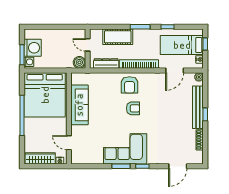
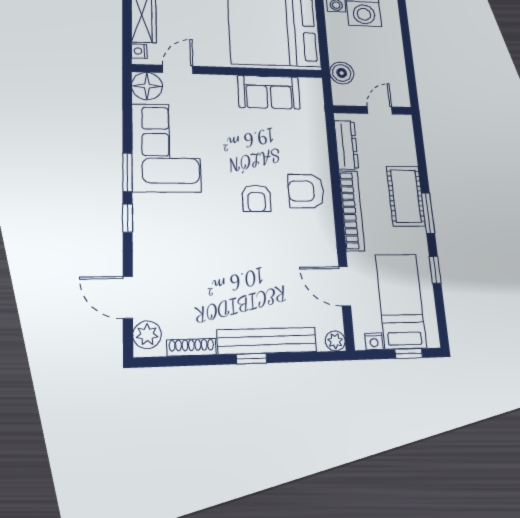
cot: (118, 37) -> (406, 196), moved
boiler: (79, 62) -> (342, 73), moved
sofa: (79, 105) -> (269, 92), width x0.73
corner sofa: (125, 149) -> (166, 148), moved
floor lamp: (78, 157) -> (147, 86), added
plant: (194, 158) -> (147, 335), added

